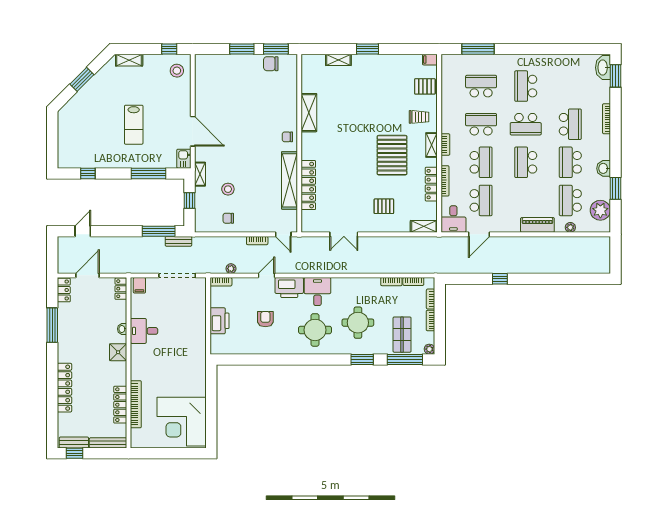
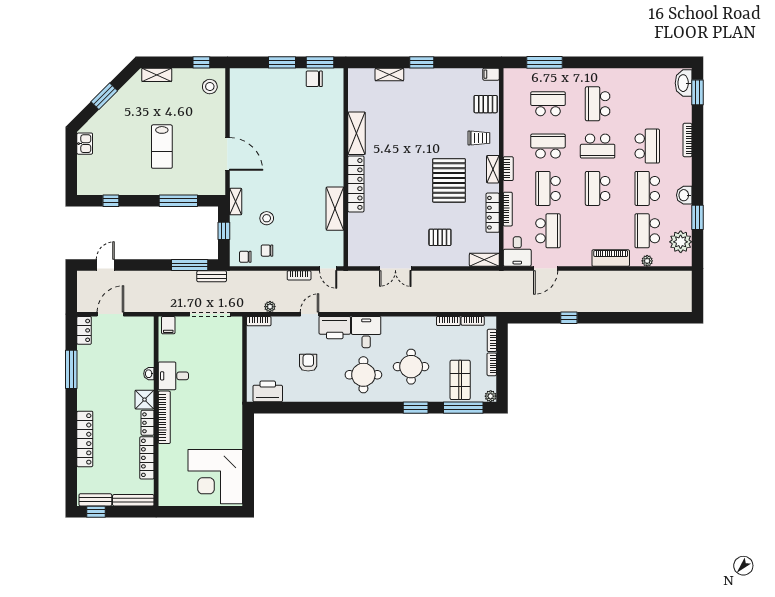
chair: (287, 137) -> (245, 257), moved
kitchen sink: (184, 159) -> (85, 144), moved, turned 180
school desk: (481, 162) -> (548, 188), turned 180
shelving: (289, 180) -> (335, 209), width x0.68
locker: (308, 185) -> (356, 184), moved
locker: (121, 289) -> (148, 423), moved
printer: (219, 321) -> (268, 391), moved, turned -90
bookcase: (136, 404) -> (164, 417), moved

